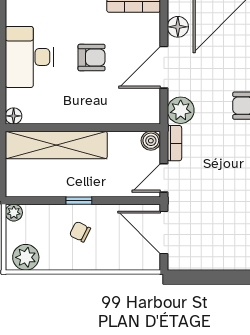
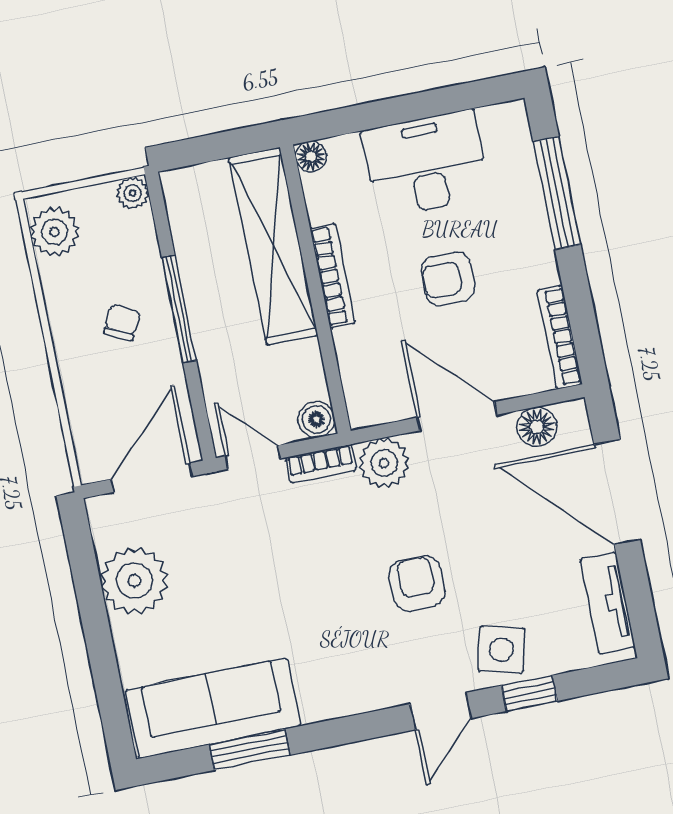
armchair: (92, 58) -> (448, 279), turned 90
bookcase: (78, 117) -> (333, 276), added
window: (79, 201) -> (179, 309), width x2.17
plant: (216, 252) -> (135, 581), added

